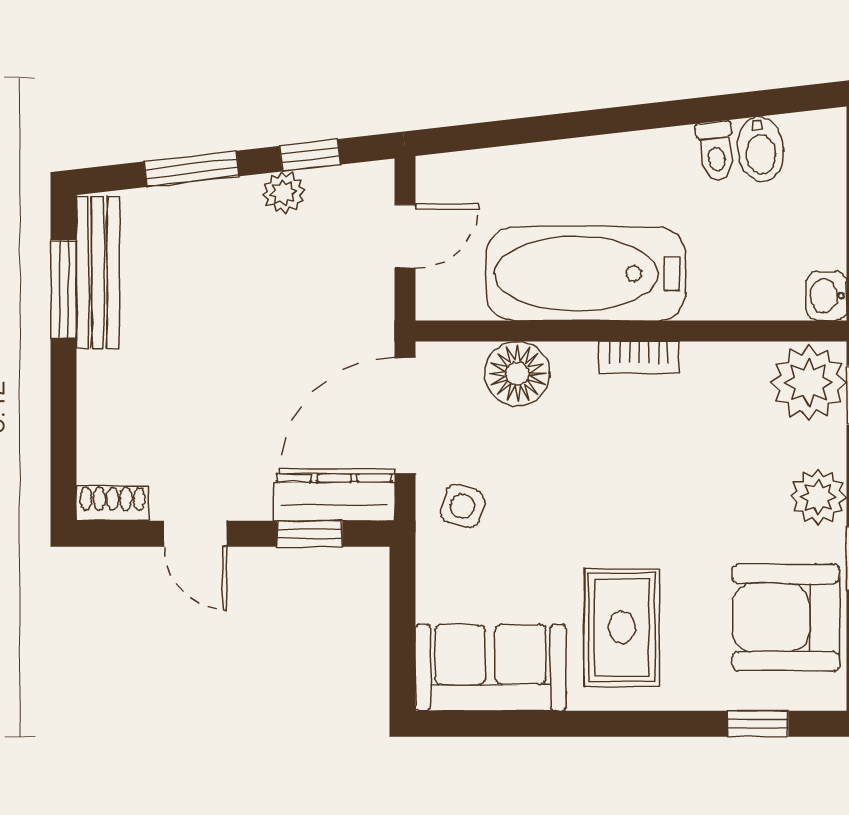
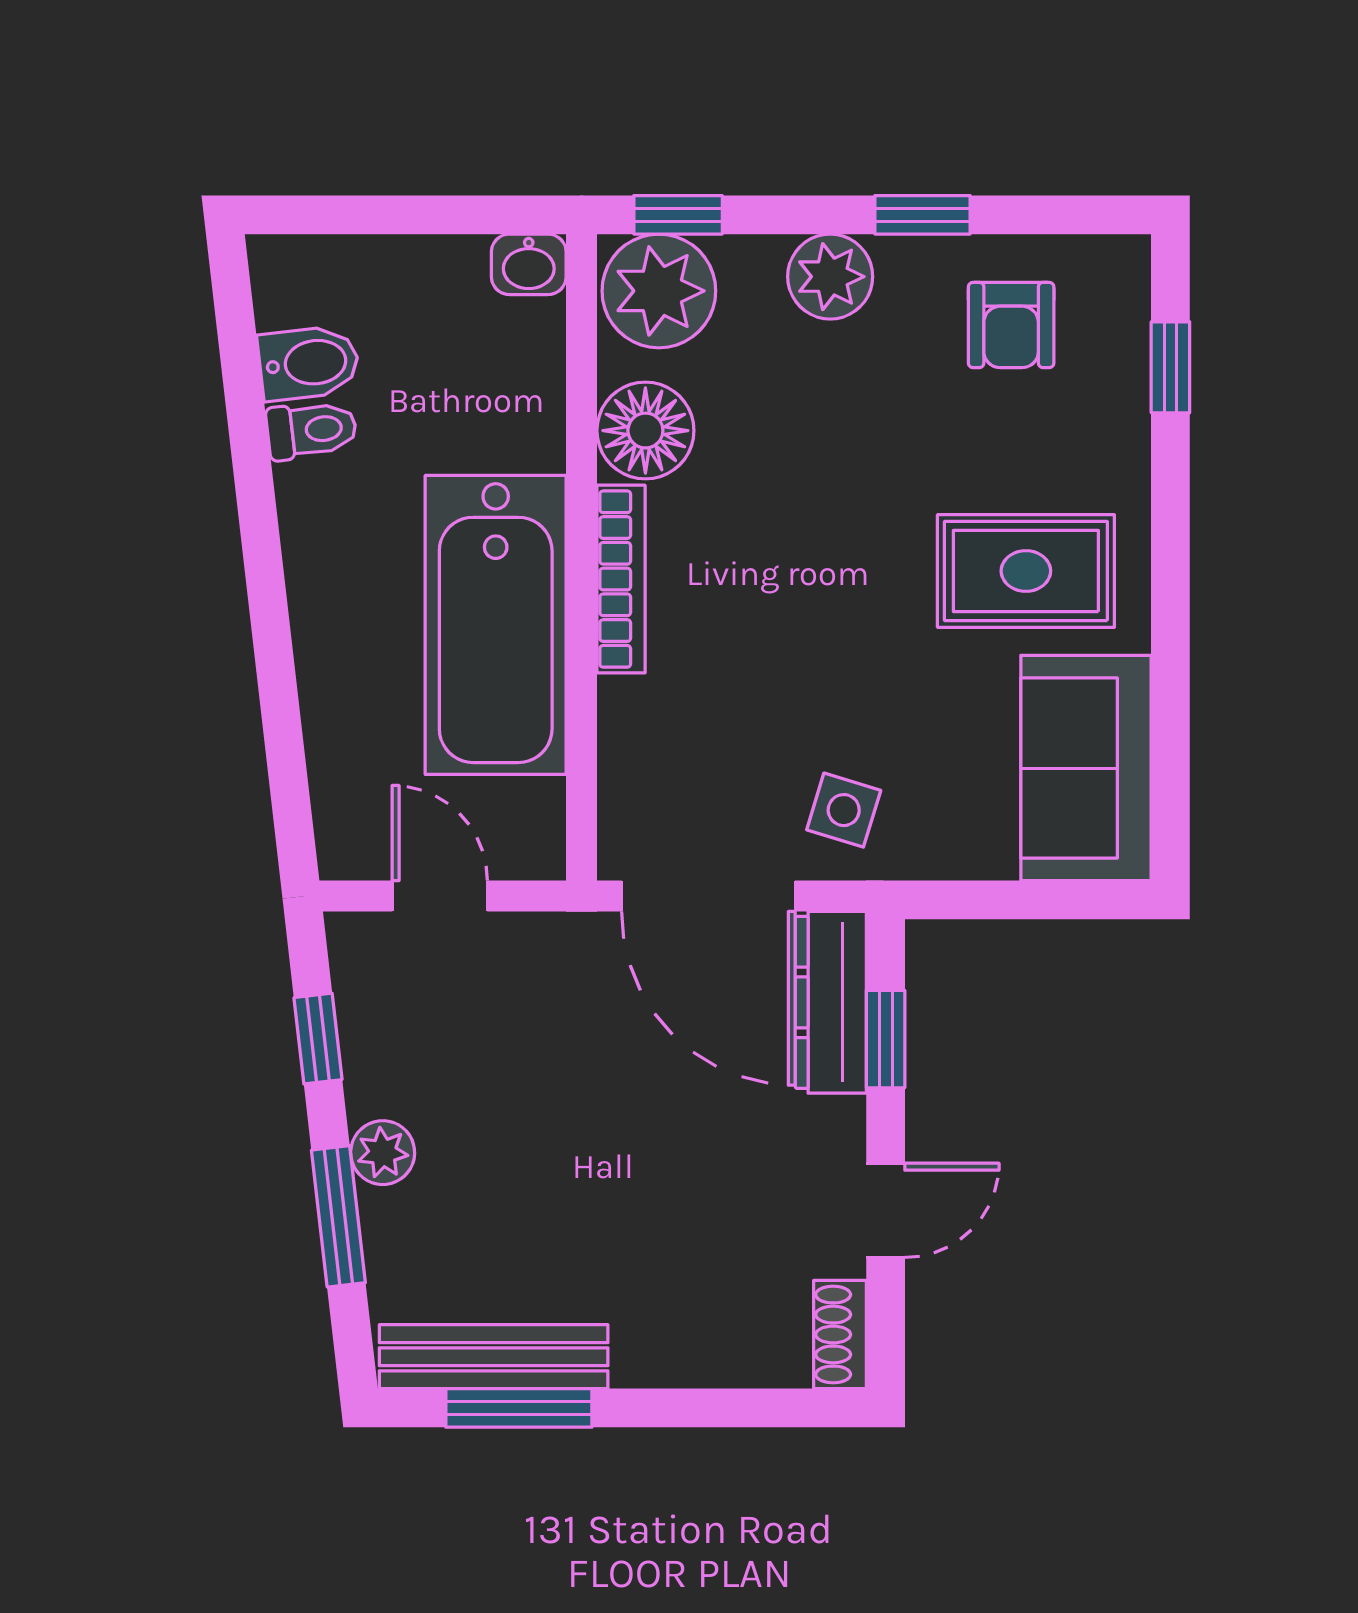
plant: (284, 193) -> (383, 1153), moved
bookcase: (639, 357) -> (621, 579), width x1.56
floor lamp: (517, 374) -> (645, 431), moved
armchair: (786, 617) -> (1011, 325), width x0.53, depth x0.53

